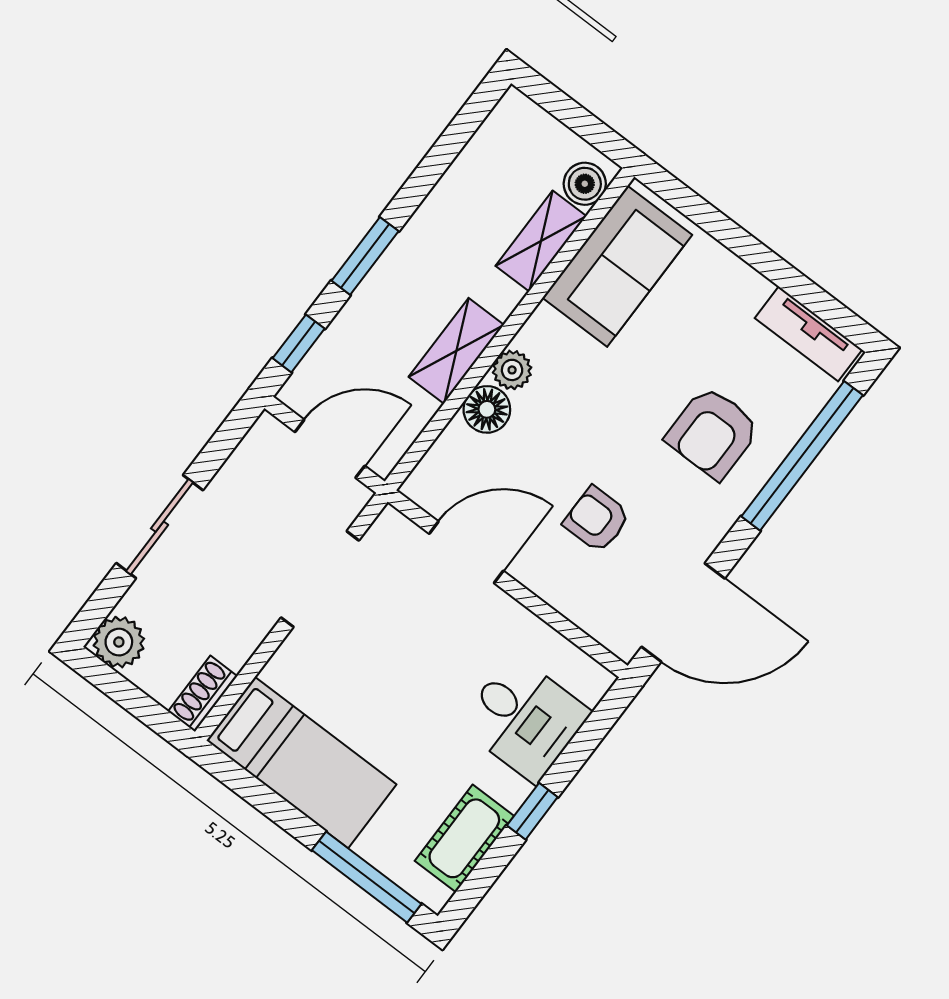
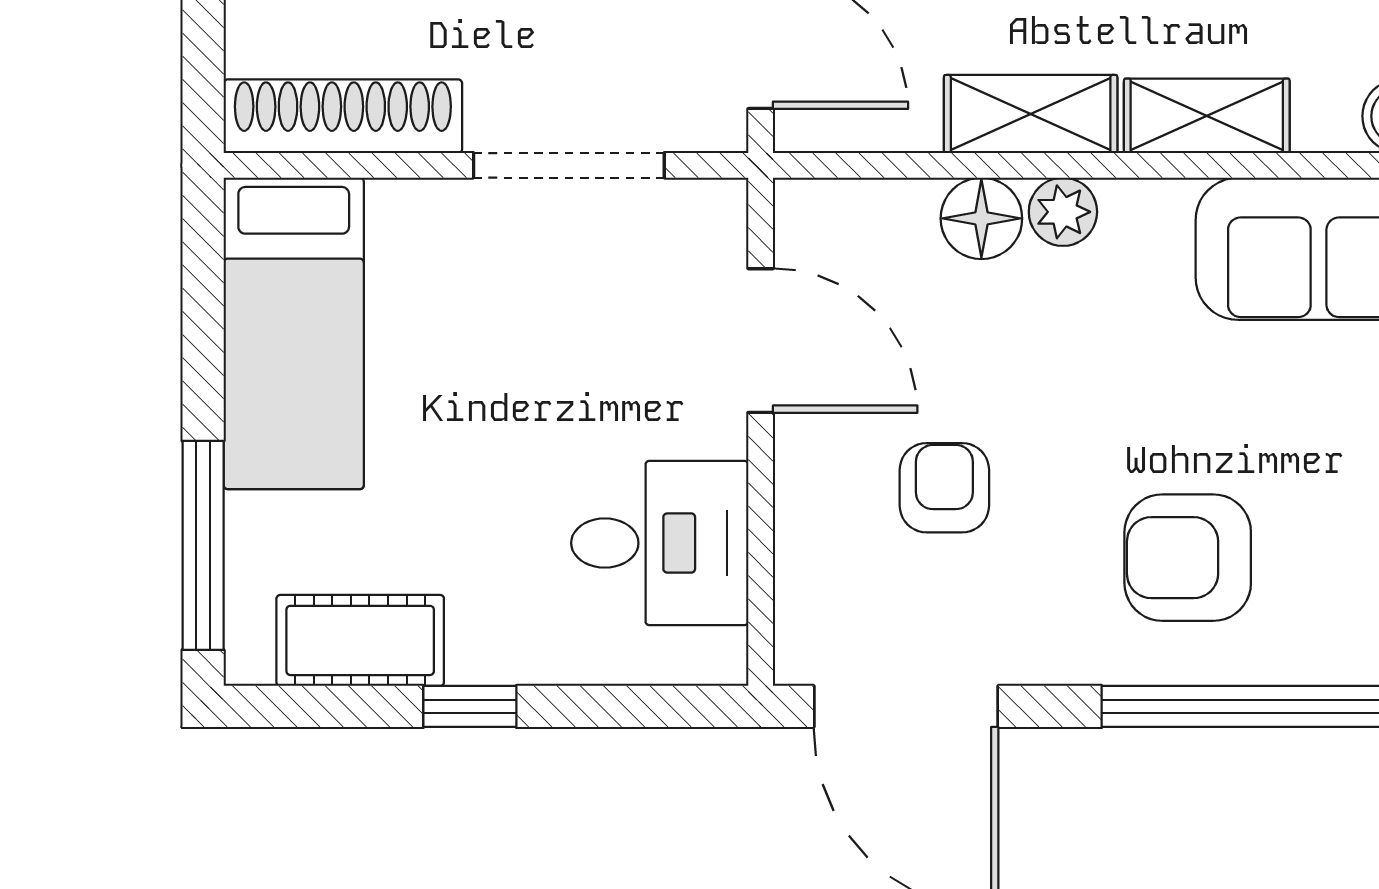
shelving: (541, 241) -> (1207, 116), moved
shoe rack: (203, 694) -> (343, 116), width x1.94, depth x1.24
desk: (524, 718) -> (660, 543), moved, turned -90

